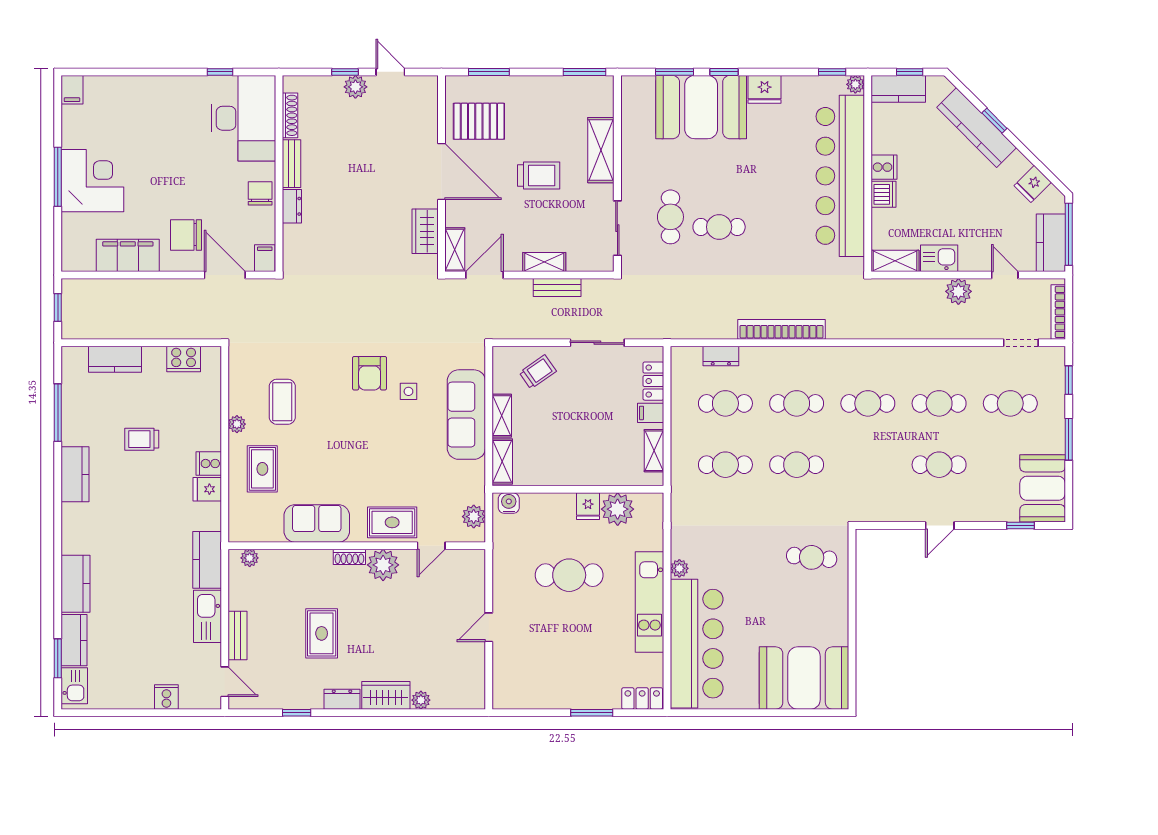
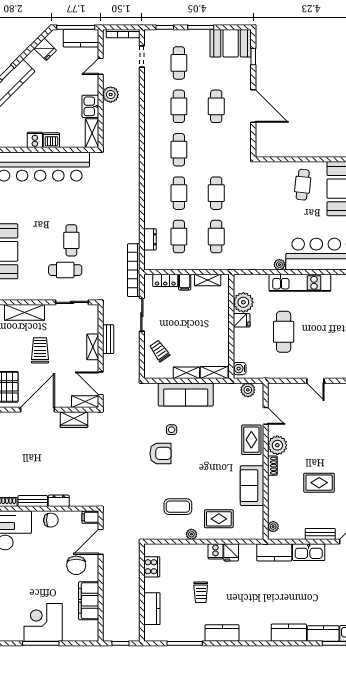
chair: (260, 193) -> (51, 520), turned 180
bookcase: (782, 329) -> (134, 270), moved
door: (940, 525) -> (253, 106), width x1.88
cafe table: (812, 557) -> (303, 185), moved

